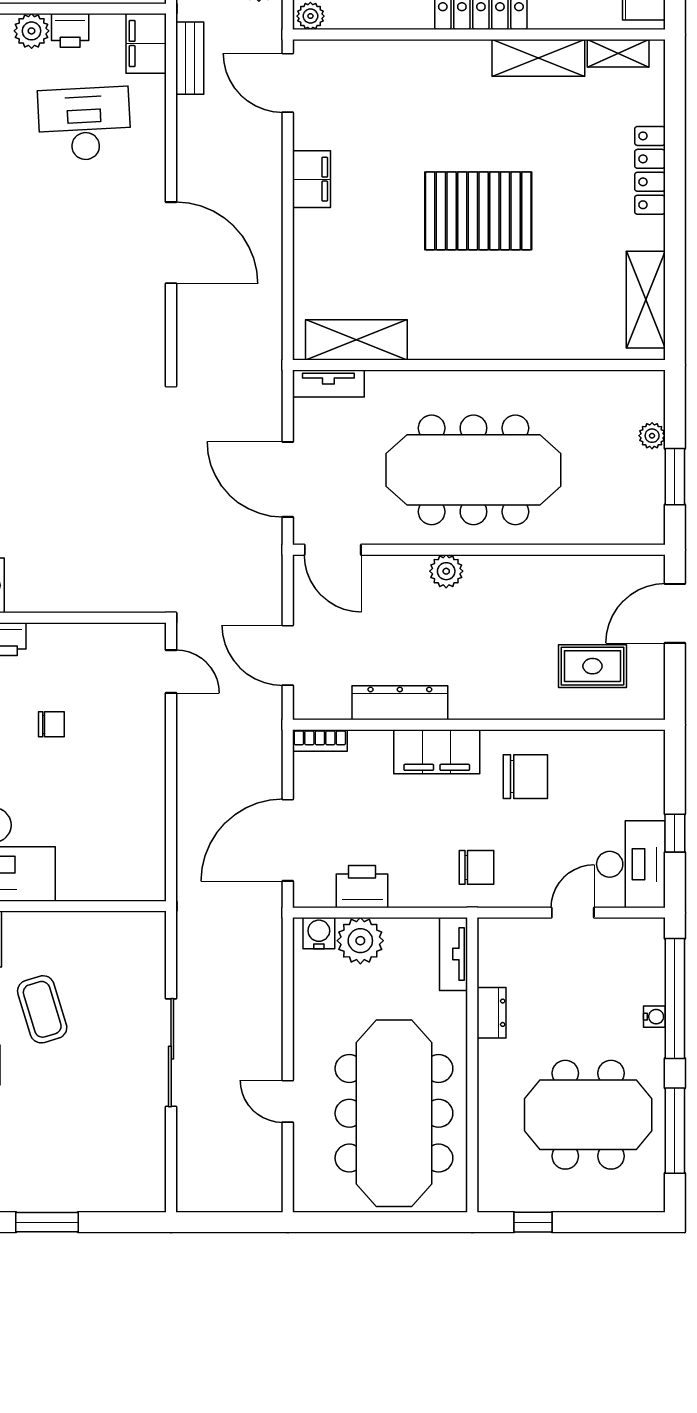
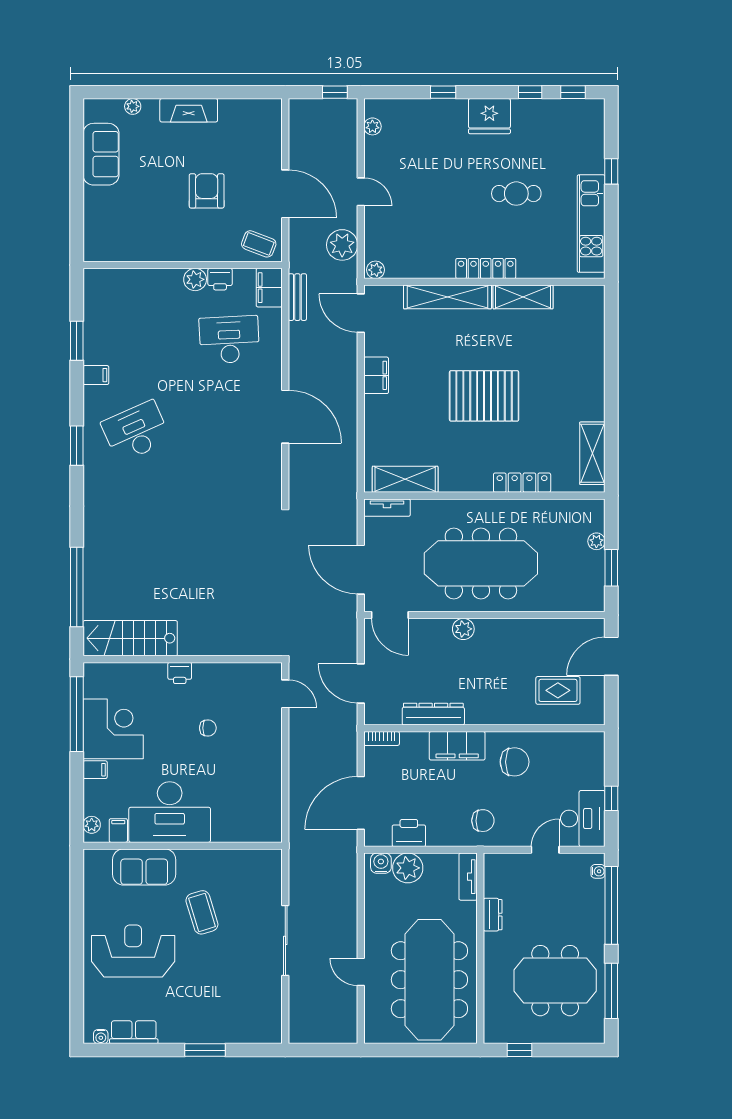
shelving: (618, 53) -> (447, 297), moved, width x2.20, depth x1.33
locker: (650, 170) -> (522, 483), moved, turned 90
water cooler: (654, 1017) -> (598, 871), moved

